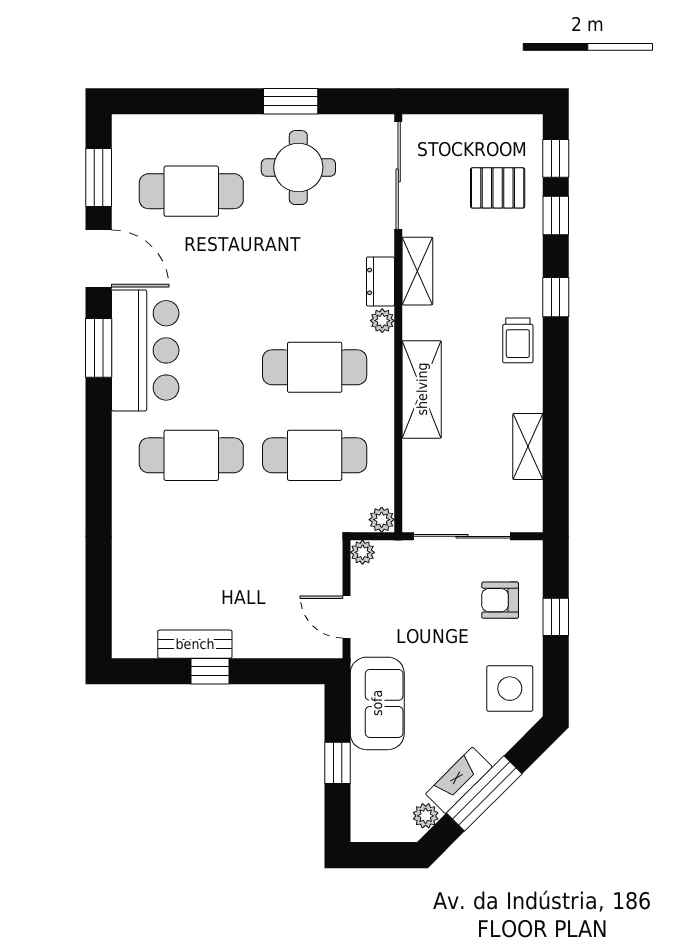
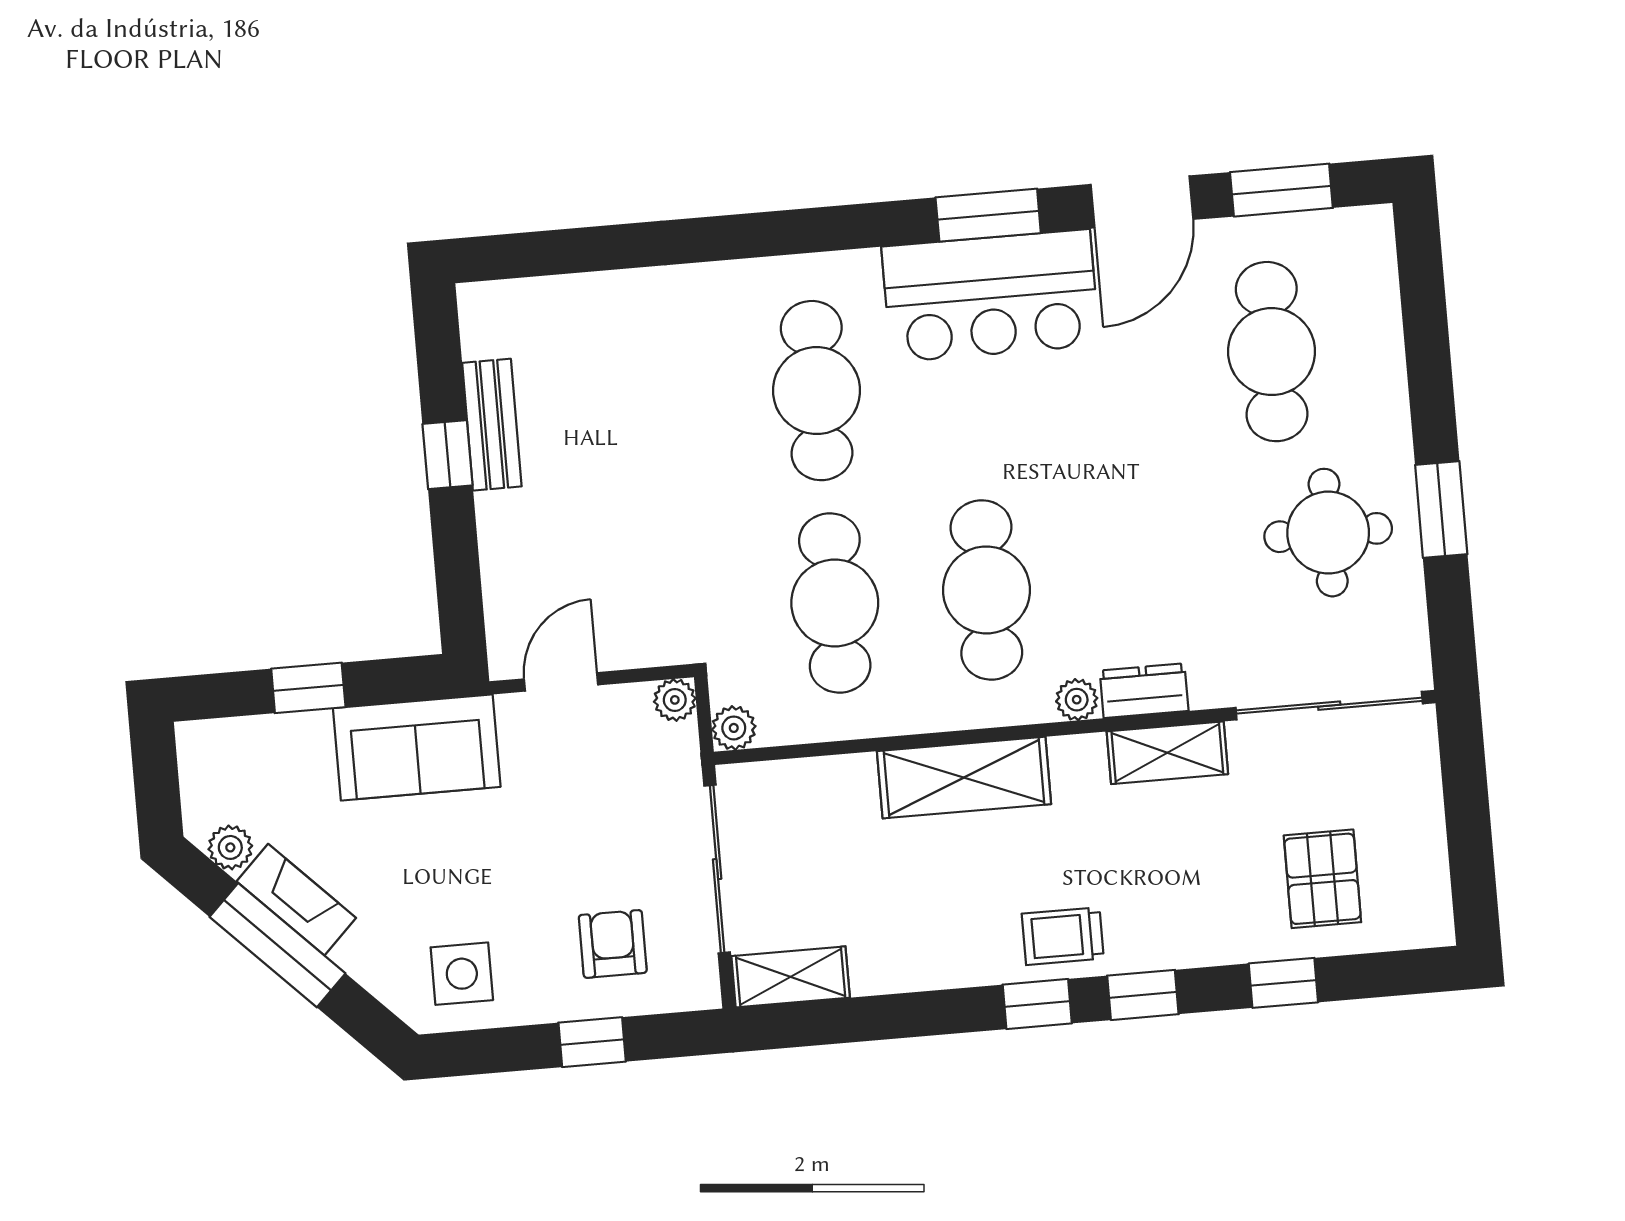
window: (556, 158) -> (1037, 1004), moved
shelving: (528, 446) -> (791, 977), moved
side table: (510, 689) -> (462, 974), width x0.73, depth x0.73

